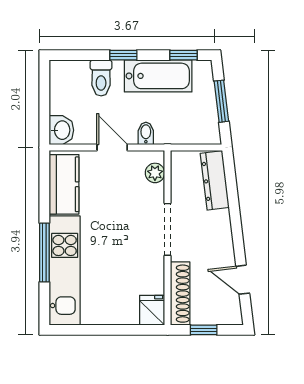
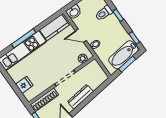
bathtub: (158, 76) -> (123, 55), moved, turned 83
door: (112, 147) -> (81, 36), swing flipped
dresser: (215, 180) -> (80, 97), moved
fridge: (152, 310) -> (24, 85), moved

